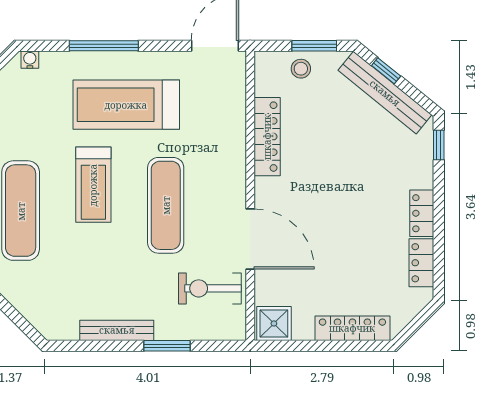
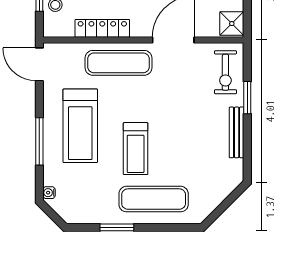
treadmill: (93, 185) -> (136, 149), turned 90
exercise mat: (166, 205) -> (119, 63), moved
exercise bike: (210, 288) -> (225, 72), moved

